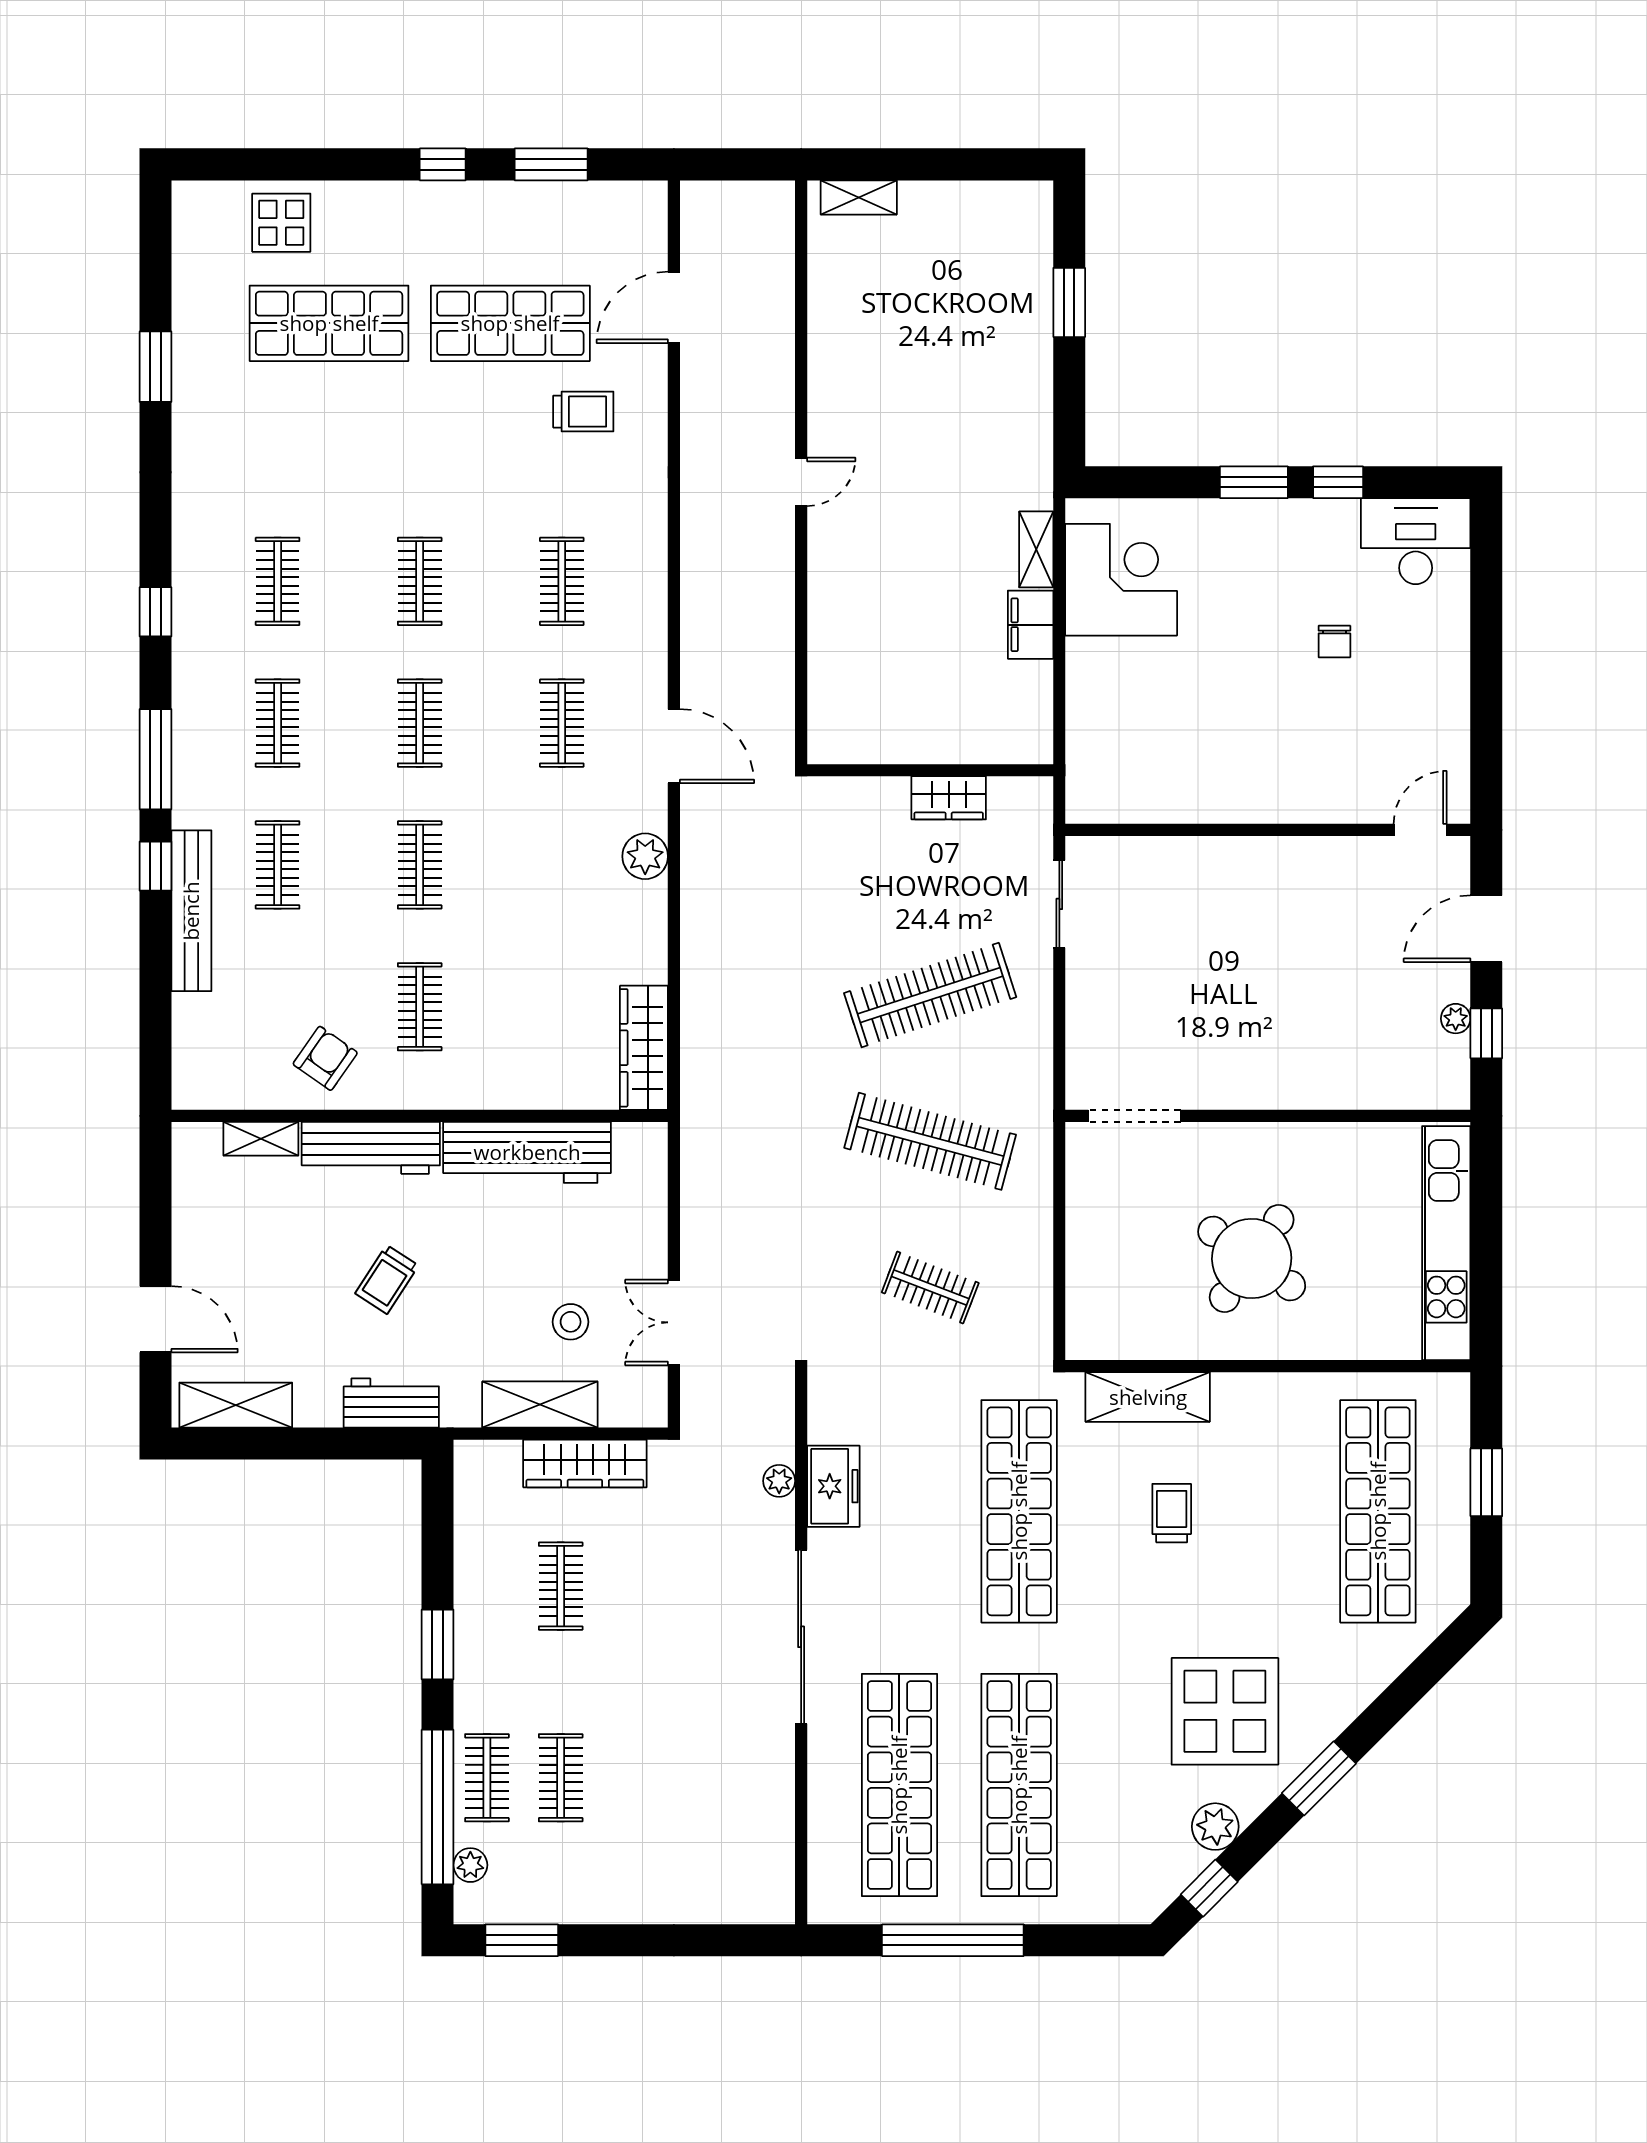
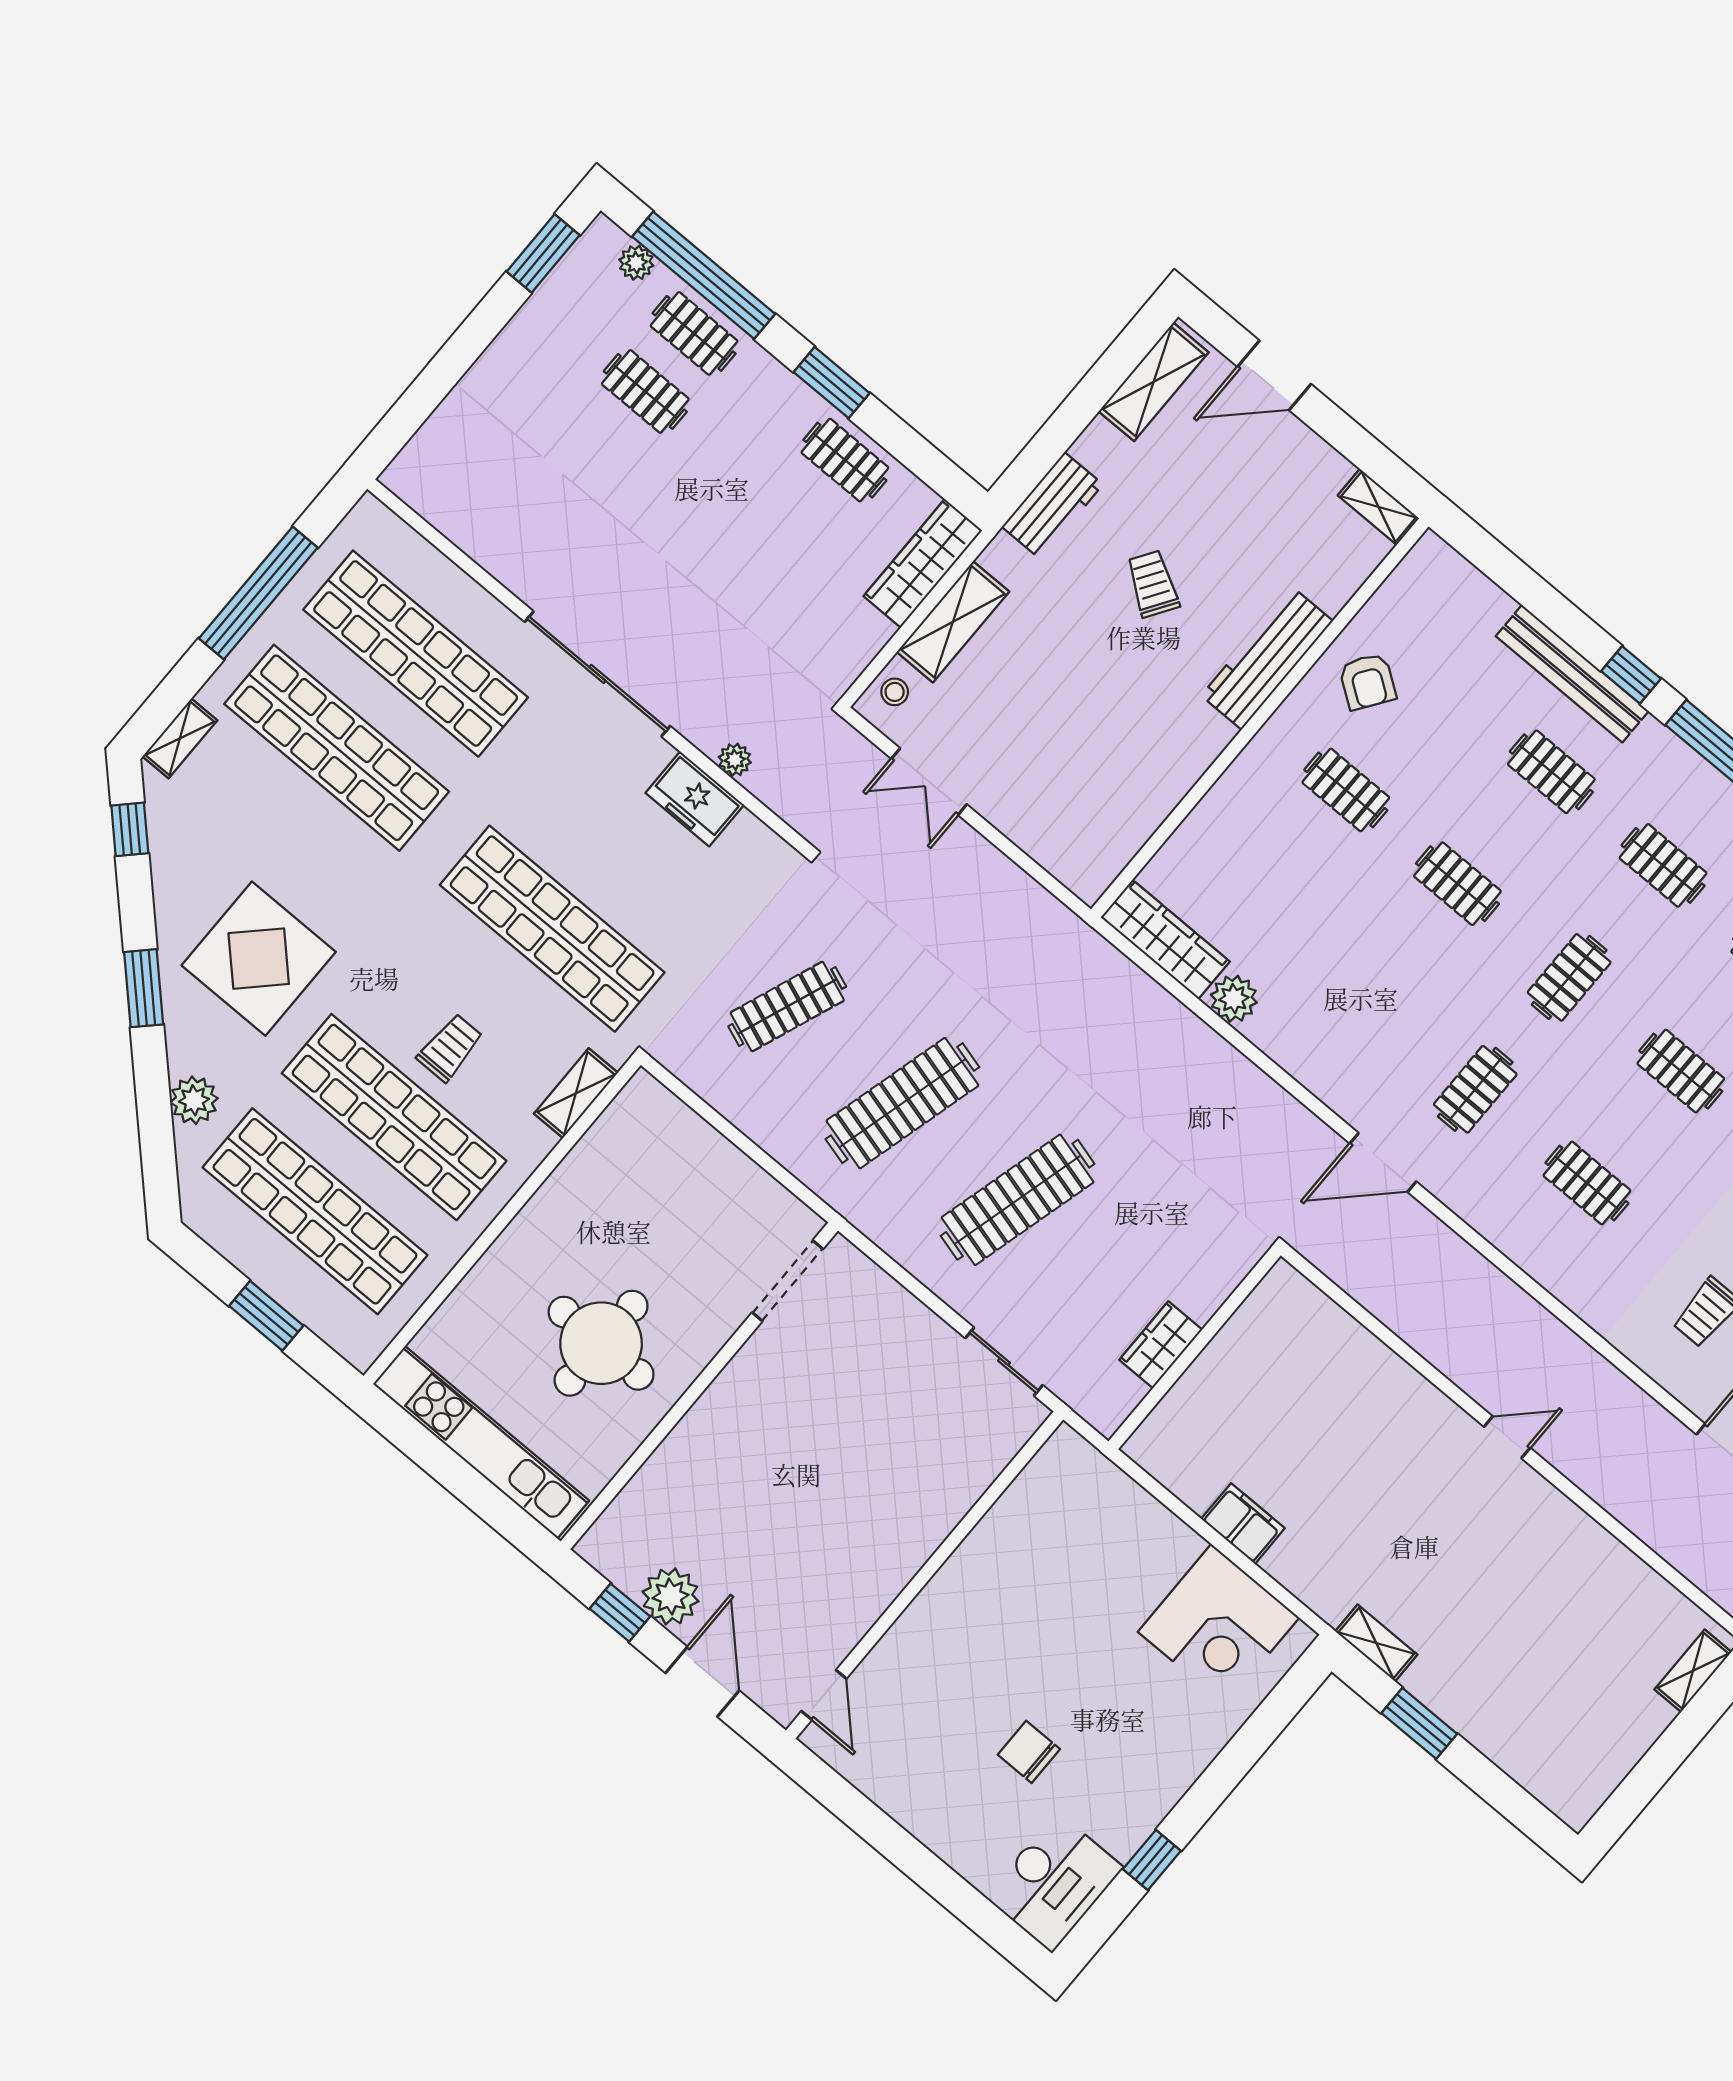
window: (1069, 302) -> (1419, 1723), moved
door: (801, 482) -> (1507, 1437), swing flipped
window: (1254, 482) -> (1208, 1794), removed
shelving: (1036, 549) -> (1376, 1643), moved
chair: (1334, 641) -> (1029, 1752), width x1.37, depth x1.37
clothes rail: (420, 723) -> (1569, 977), turned 90
clothes rail: (562, 723) -> (1475, 1089), turned 90
plant: (645, 856) -> (1234, 999), moved
clothes rail: (930, 995) -> (1018, 1200), turned 33
plant: (1456, 1019) -> (671, 1596), width x1.88, depth x1.88
shelving: (261, 1139) -> (1378, 507), moved, turned 90
workbench: (527, 1152) -> (1160, 778), removed
round table: (1252, 1259) -> (601, 1343), moved, turned -35
clothes rail: (930, 1288) -> (787, 1006), width x1.36
stool: (571, 1322) -> (895, 692), moved, width x0.73, depth x0.73
double door: (674, 1322) -> (929, 782), swing flipped
shelving: (1148, 1397) -> (576, 1093), width x0.67, depth x0.75
wardrobe: (585, 1463) -> (923, 563), moved
shop shelf: (1258, 1511) -> (394, 1117), added
trolley: (1172, 1513) -> (450, 1048), turned -90
clothes rail: (561, 1586) -> (845, 460), moved
plant: (1215, 1827) -> (194, 1100), moved
shelving: (1110, 1908) -> (180, 738), added

